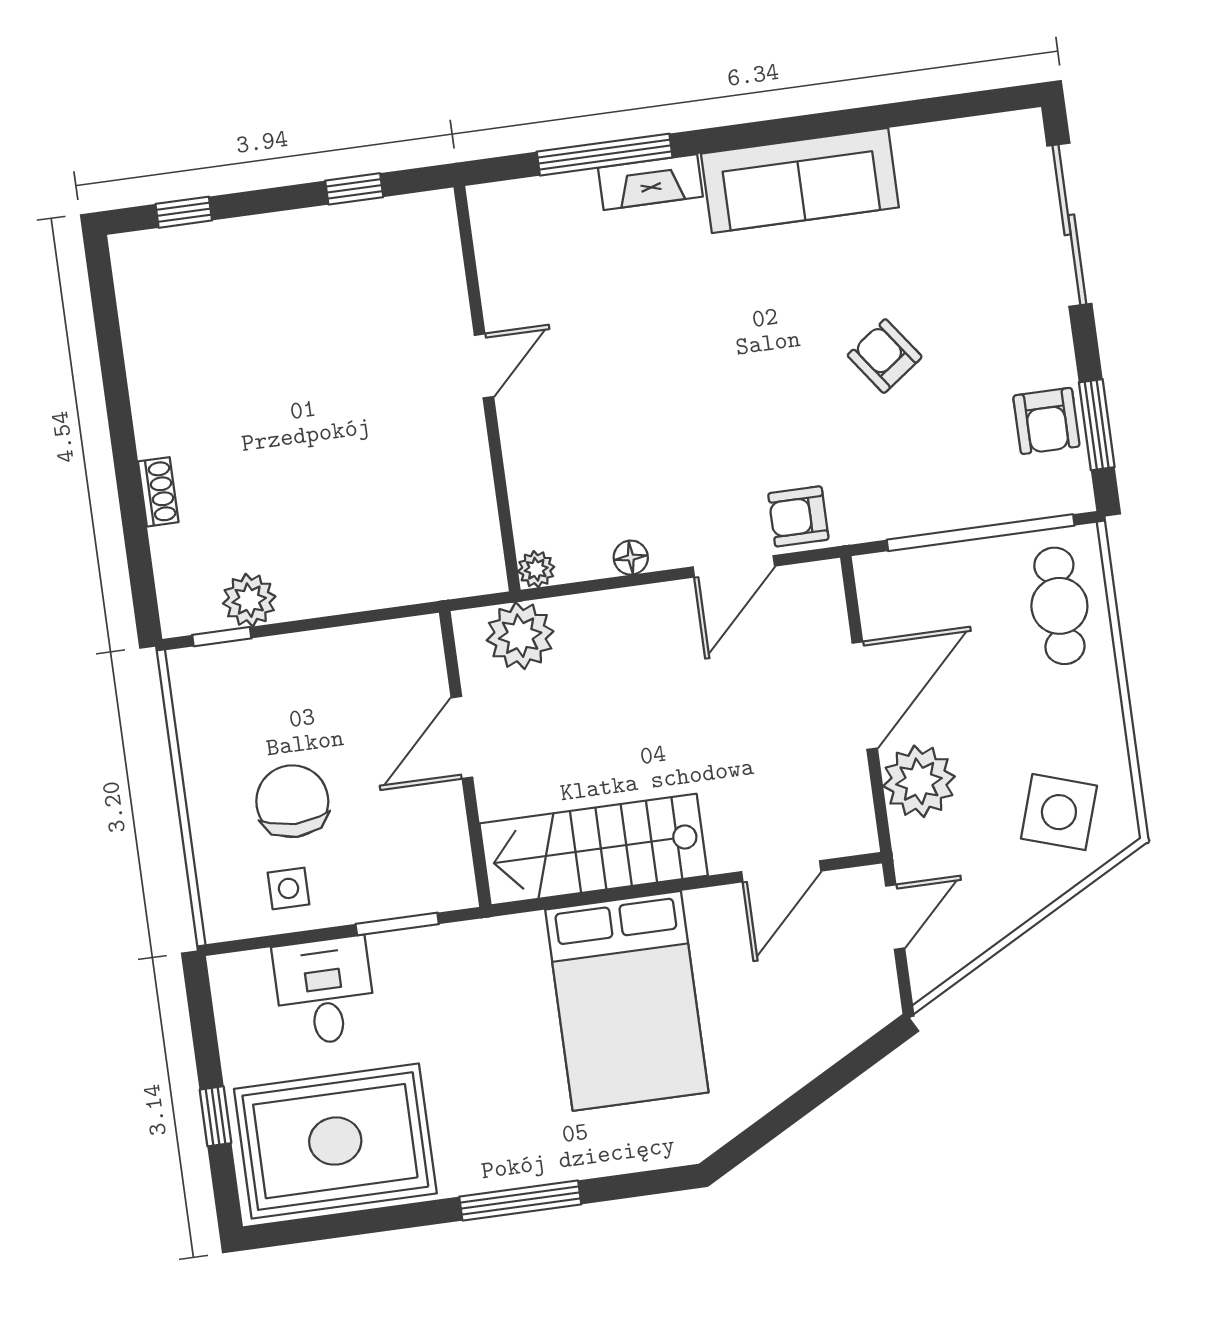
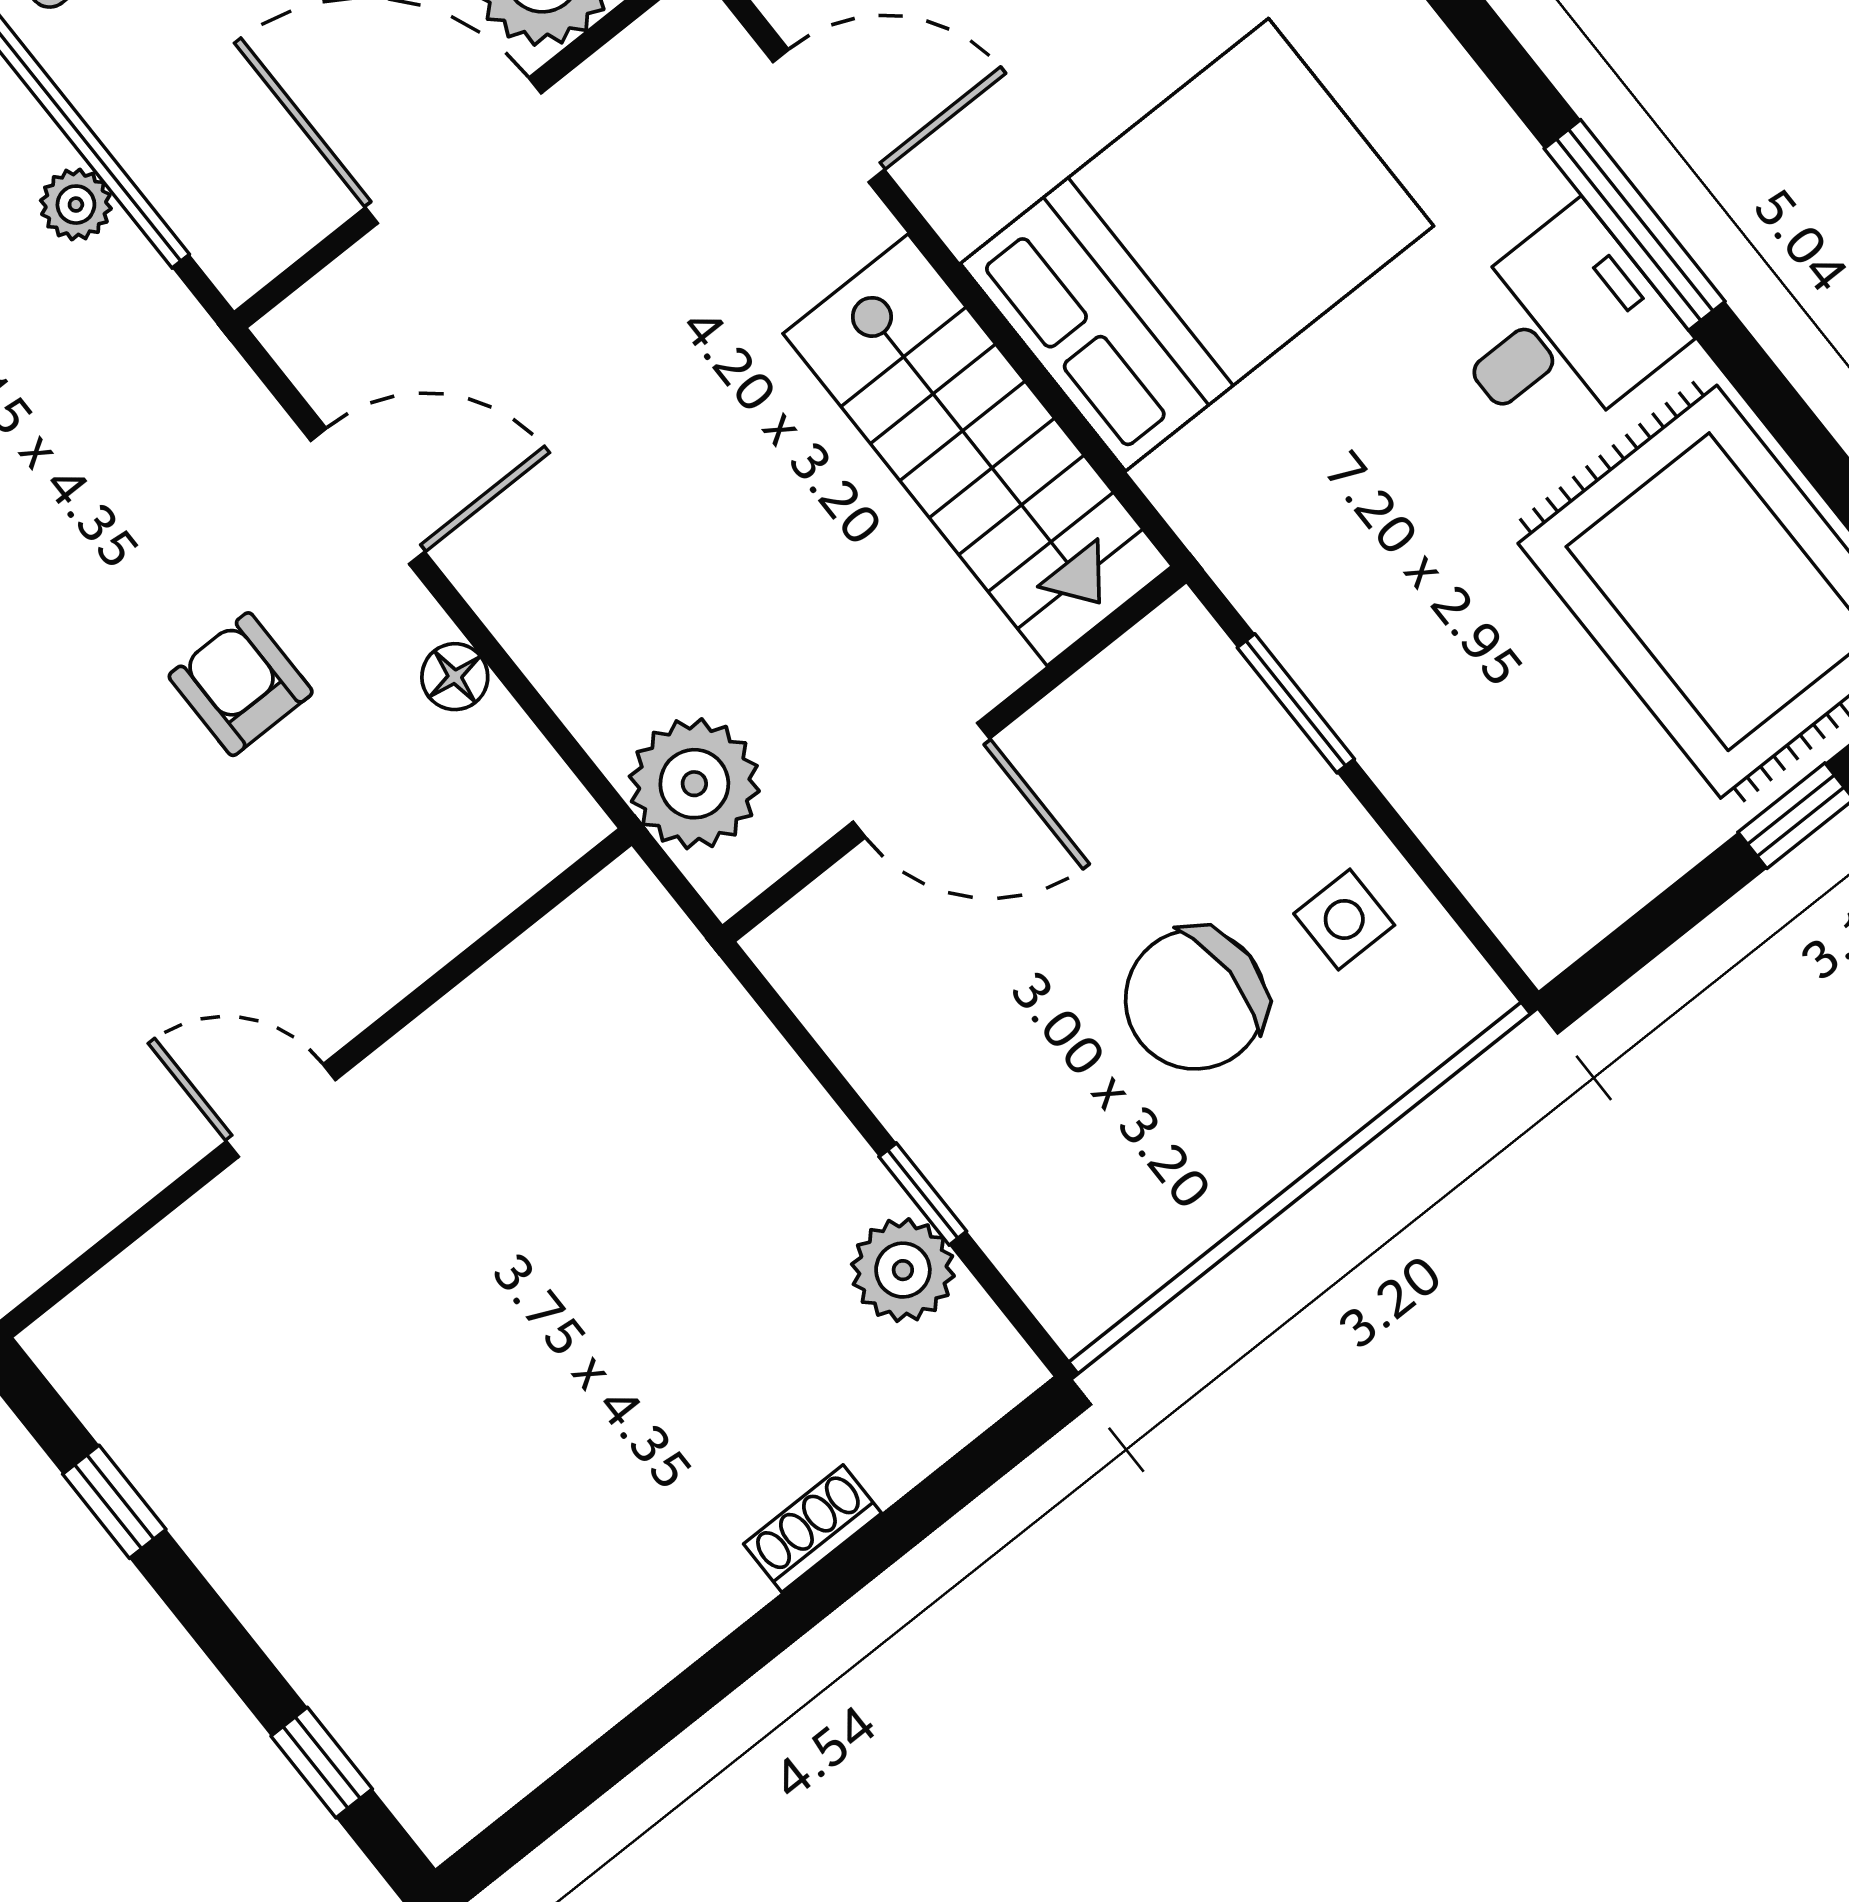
armchair: (798, 516) -> (241, 684), moved, turned 180
plant: (536, 569) -> (76, 205), moved
window: (222, 637) -> (923, 1194), moved
desk: (324, 991) -> (1561, 329), moved, turned 180

